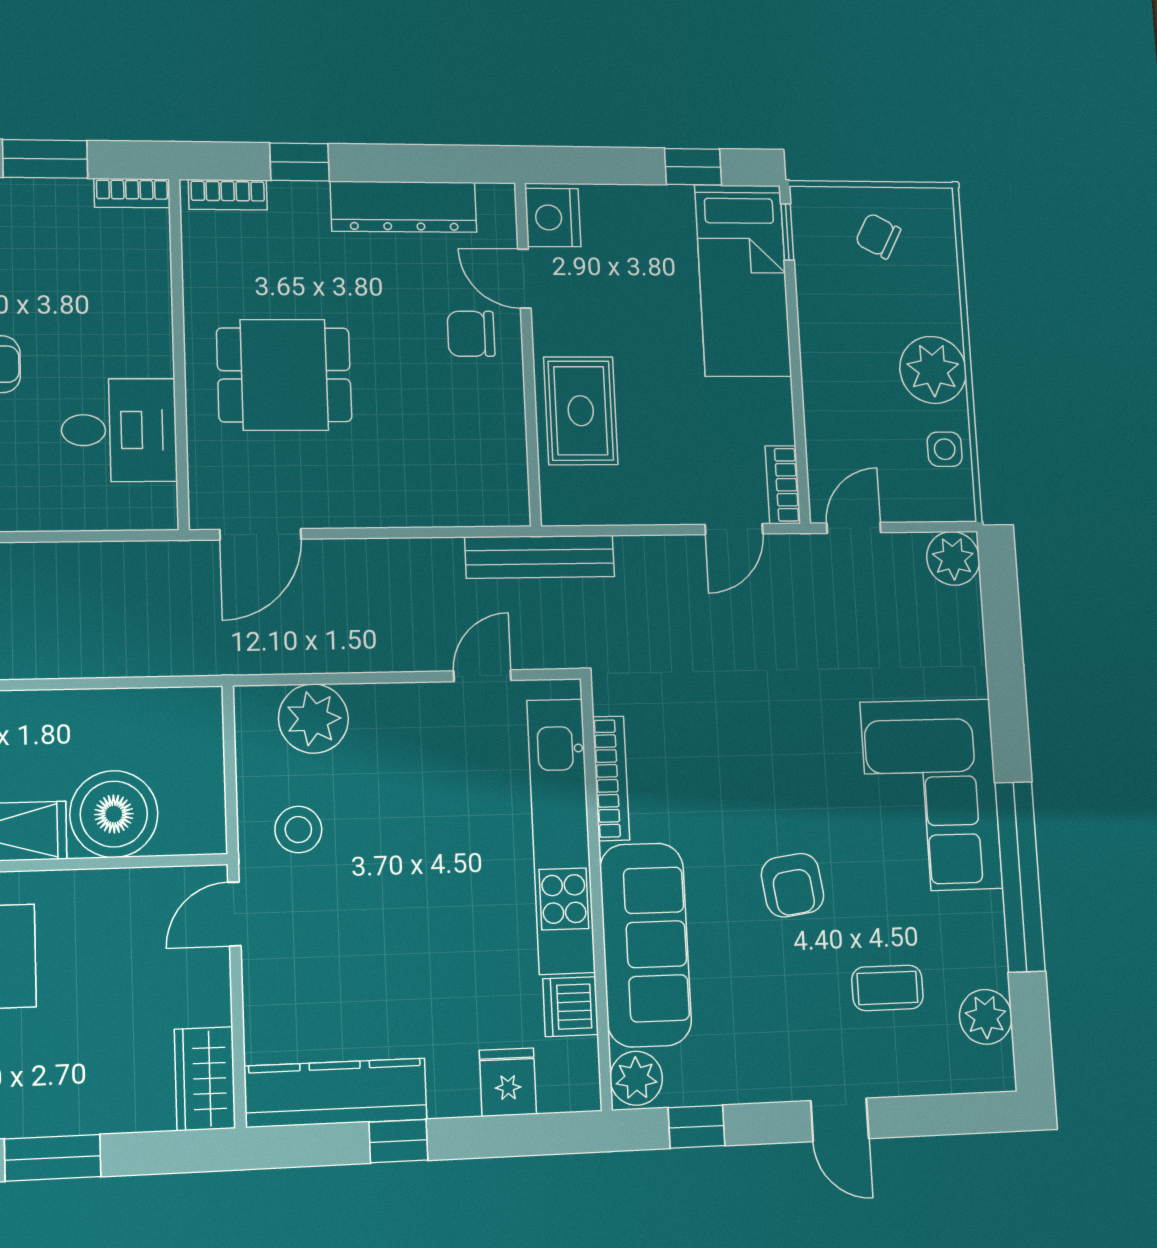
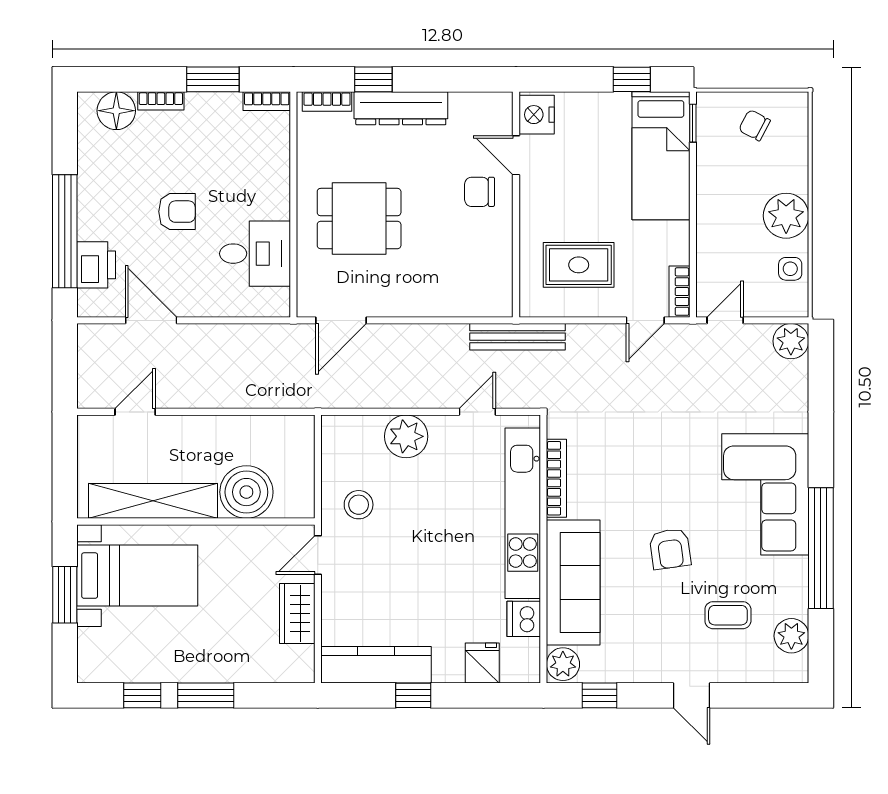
dresser: (404, 207) -> (401, 108), moved
rug: (581, 411) -> (579, 265), moved, turned 90
plant: (313, 719) -> (406, 436), moved
wardrobe: (205, 1079) -> (297, 614), moved

